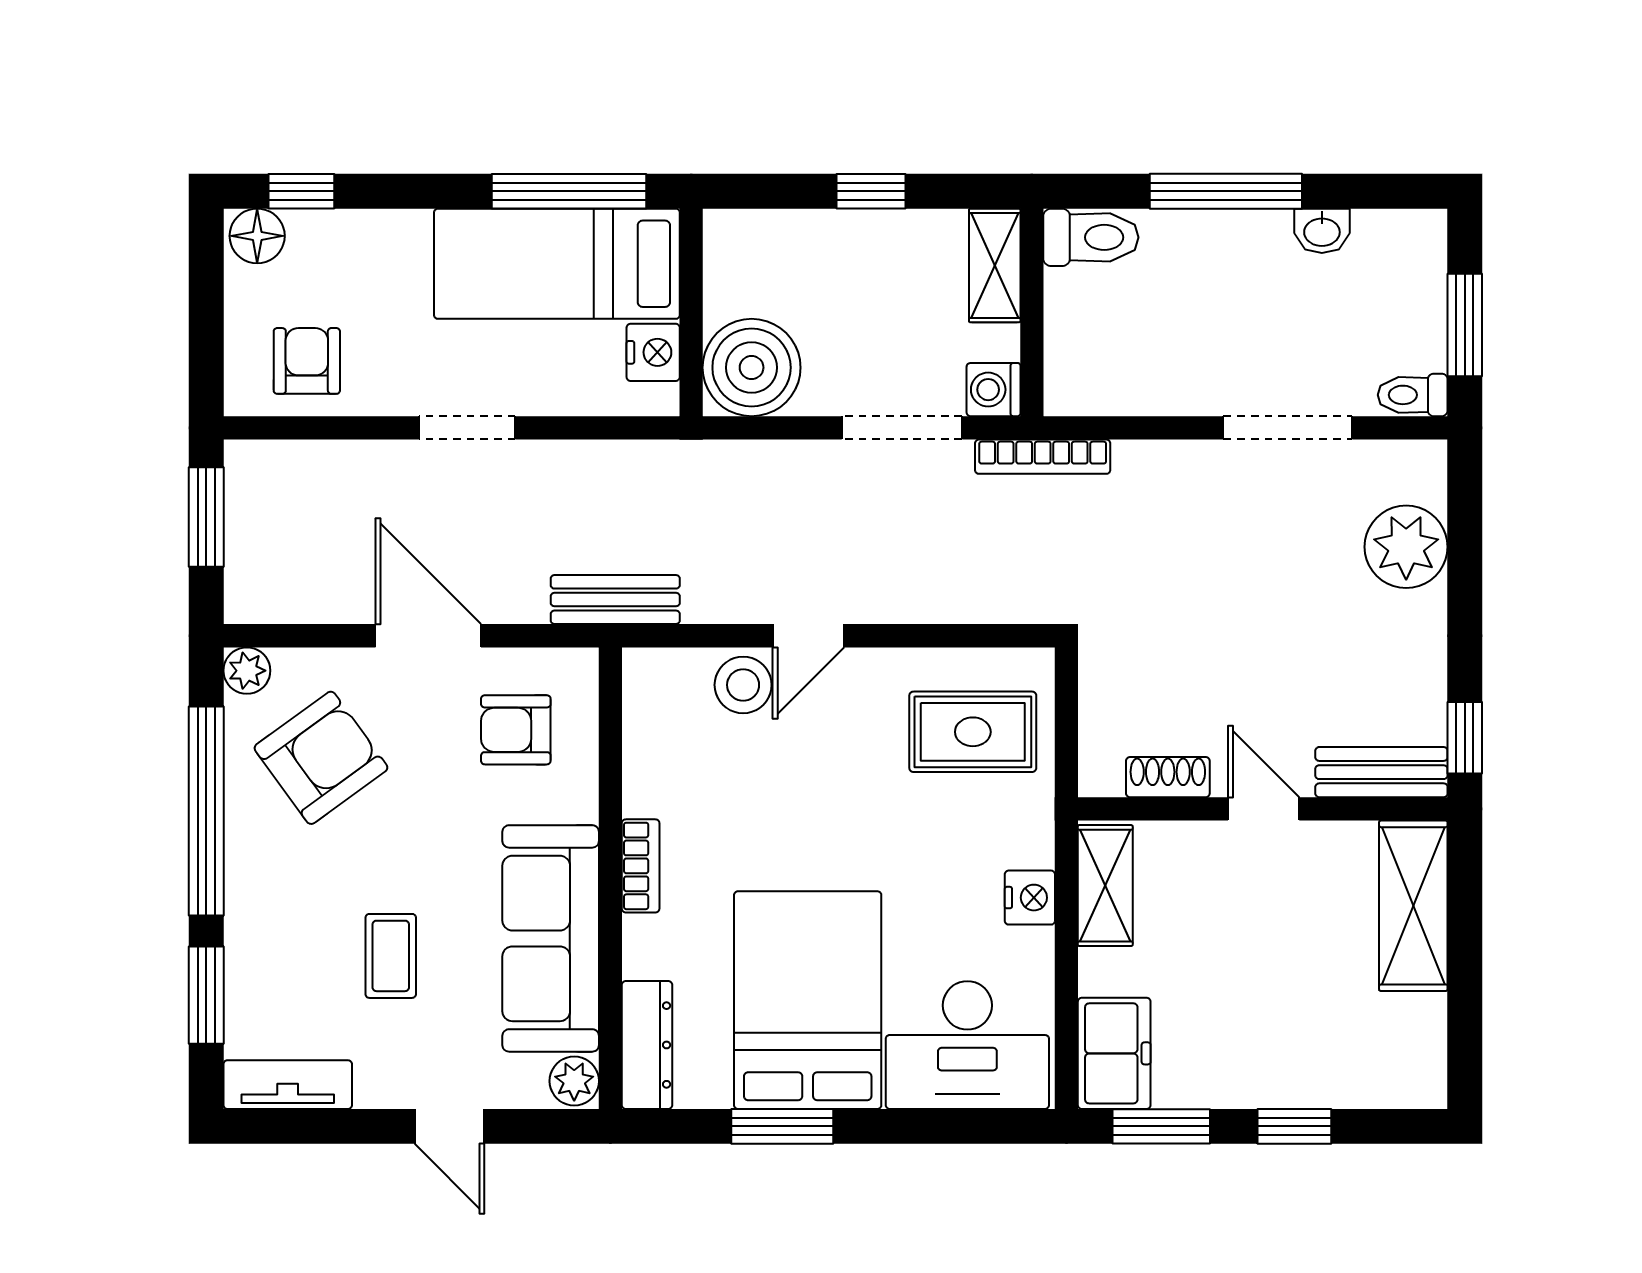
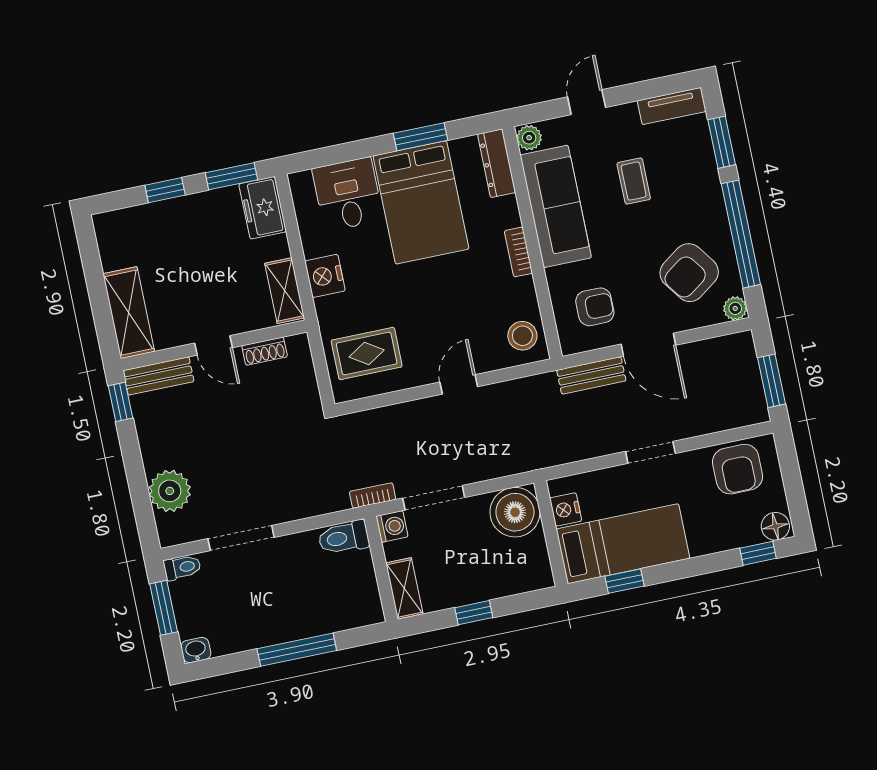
window: (569, 191) -> (624, 581), width x0.46
washbasin: (1322, 231) -> (196, 650), moved
toilet: (1091, 237) -> (344, 538), moved
armchair: (307, 361) -> (738, 469), width x1.38, depth x1.38
bookcase: (1043, 457) -> (373, 496), width x0.64
bench: (615, 600) -> (591, 375), moved
stool: (743, 685) -> (522, 336), moved
nightstand: (1030, 898) -> (325, 276), width x1.36, depth x1.33
desk: (967, 1045) -> (348, 194), width x0.73
door: (450, 1126) -> (587, 102), hinge flipped

